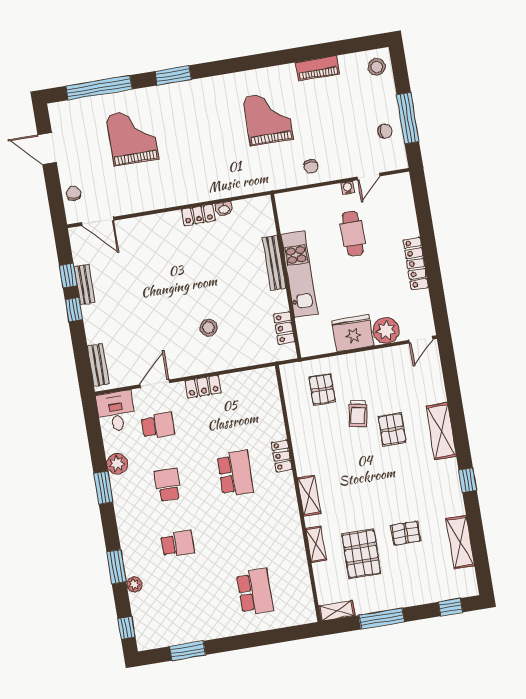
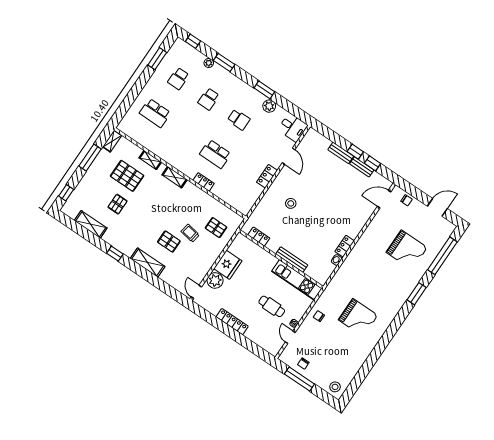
piano: (318, 68) -> (359, 360), removed
kitchen unit: (299, 274) -> (297, 280), moved
bench: (98, 365) -> (341, 153), moved
school desk: (158, 426) -> (178, 79), moved

